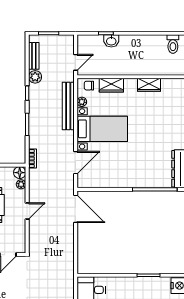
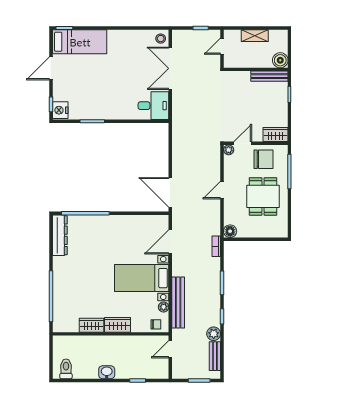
washbasin: (111, 41) -> (107, 372), moved
wardrobe: (111, 85) -> (118, 325), moved
plant: (21, 184) -> (229, 150), moved

